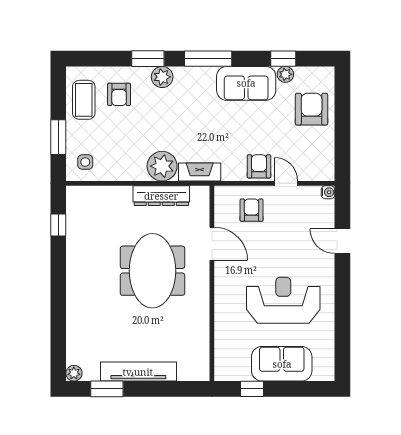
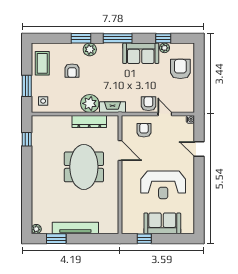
armchair: (119, 94) -> (72, 71), moved
reception desk: (283, 300) -> (163, 185), turned 180

